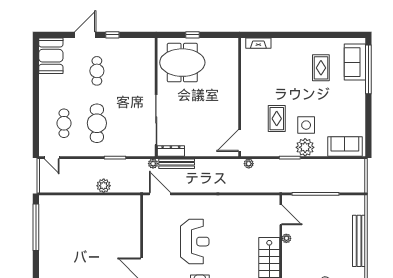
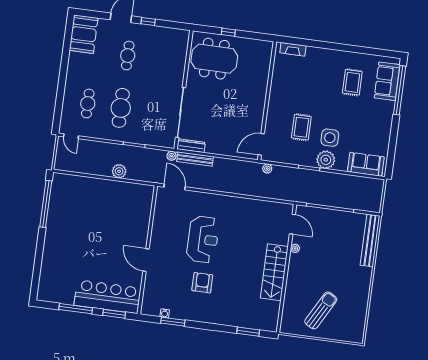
bench: (359, 241) -> (370, 240), moved

